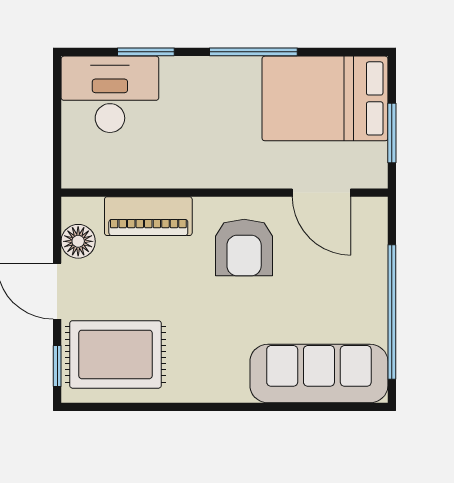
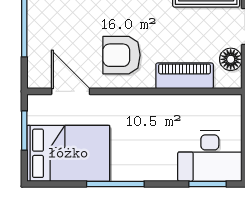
window: (146, 52) -> (208, 184), moved
armchair: (244, 248) -> (122, 55), turned -90

